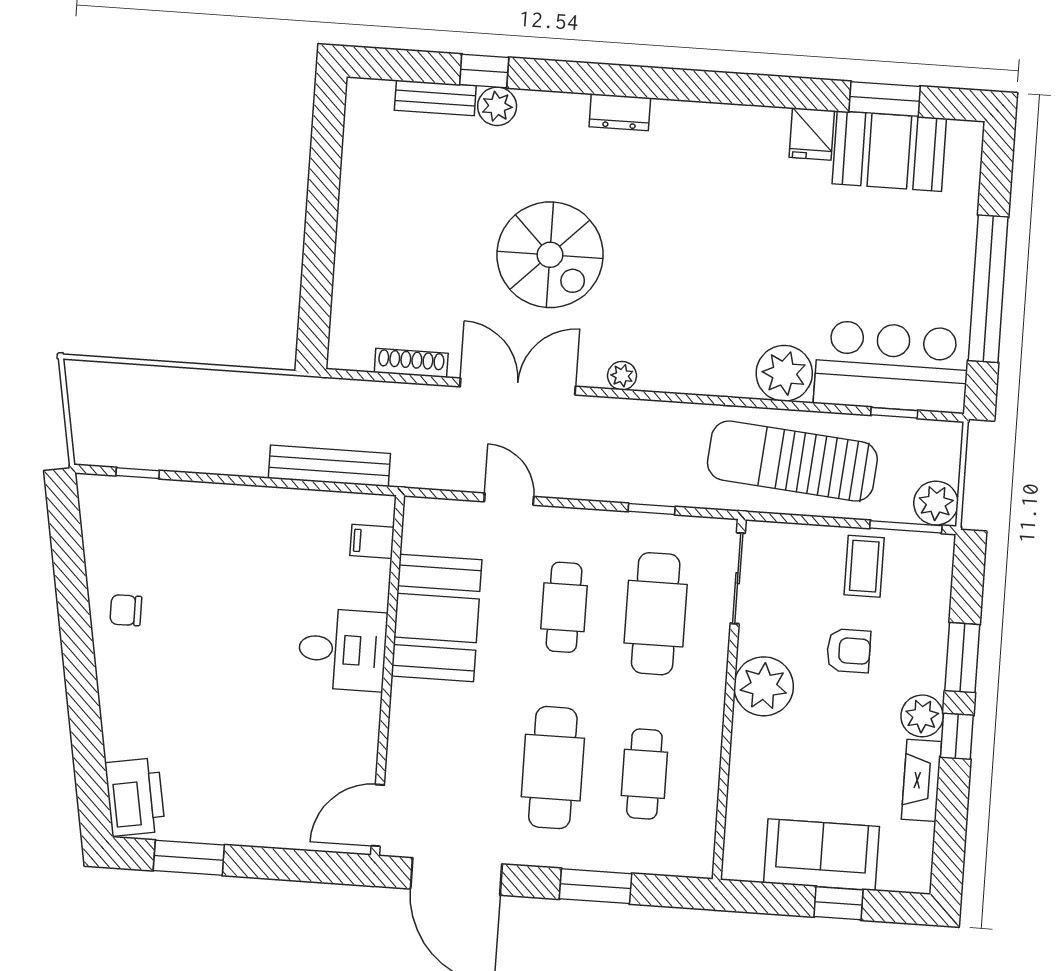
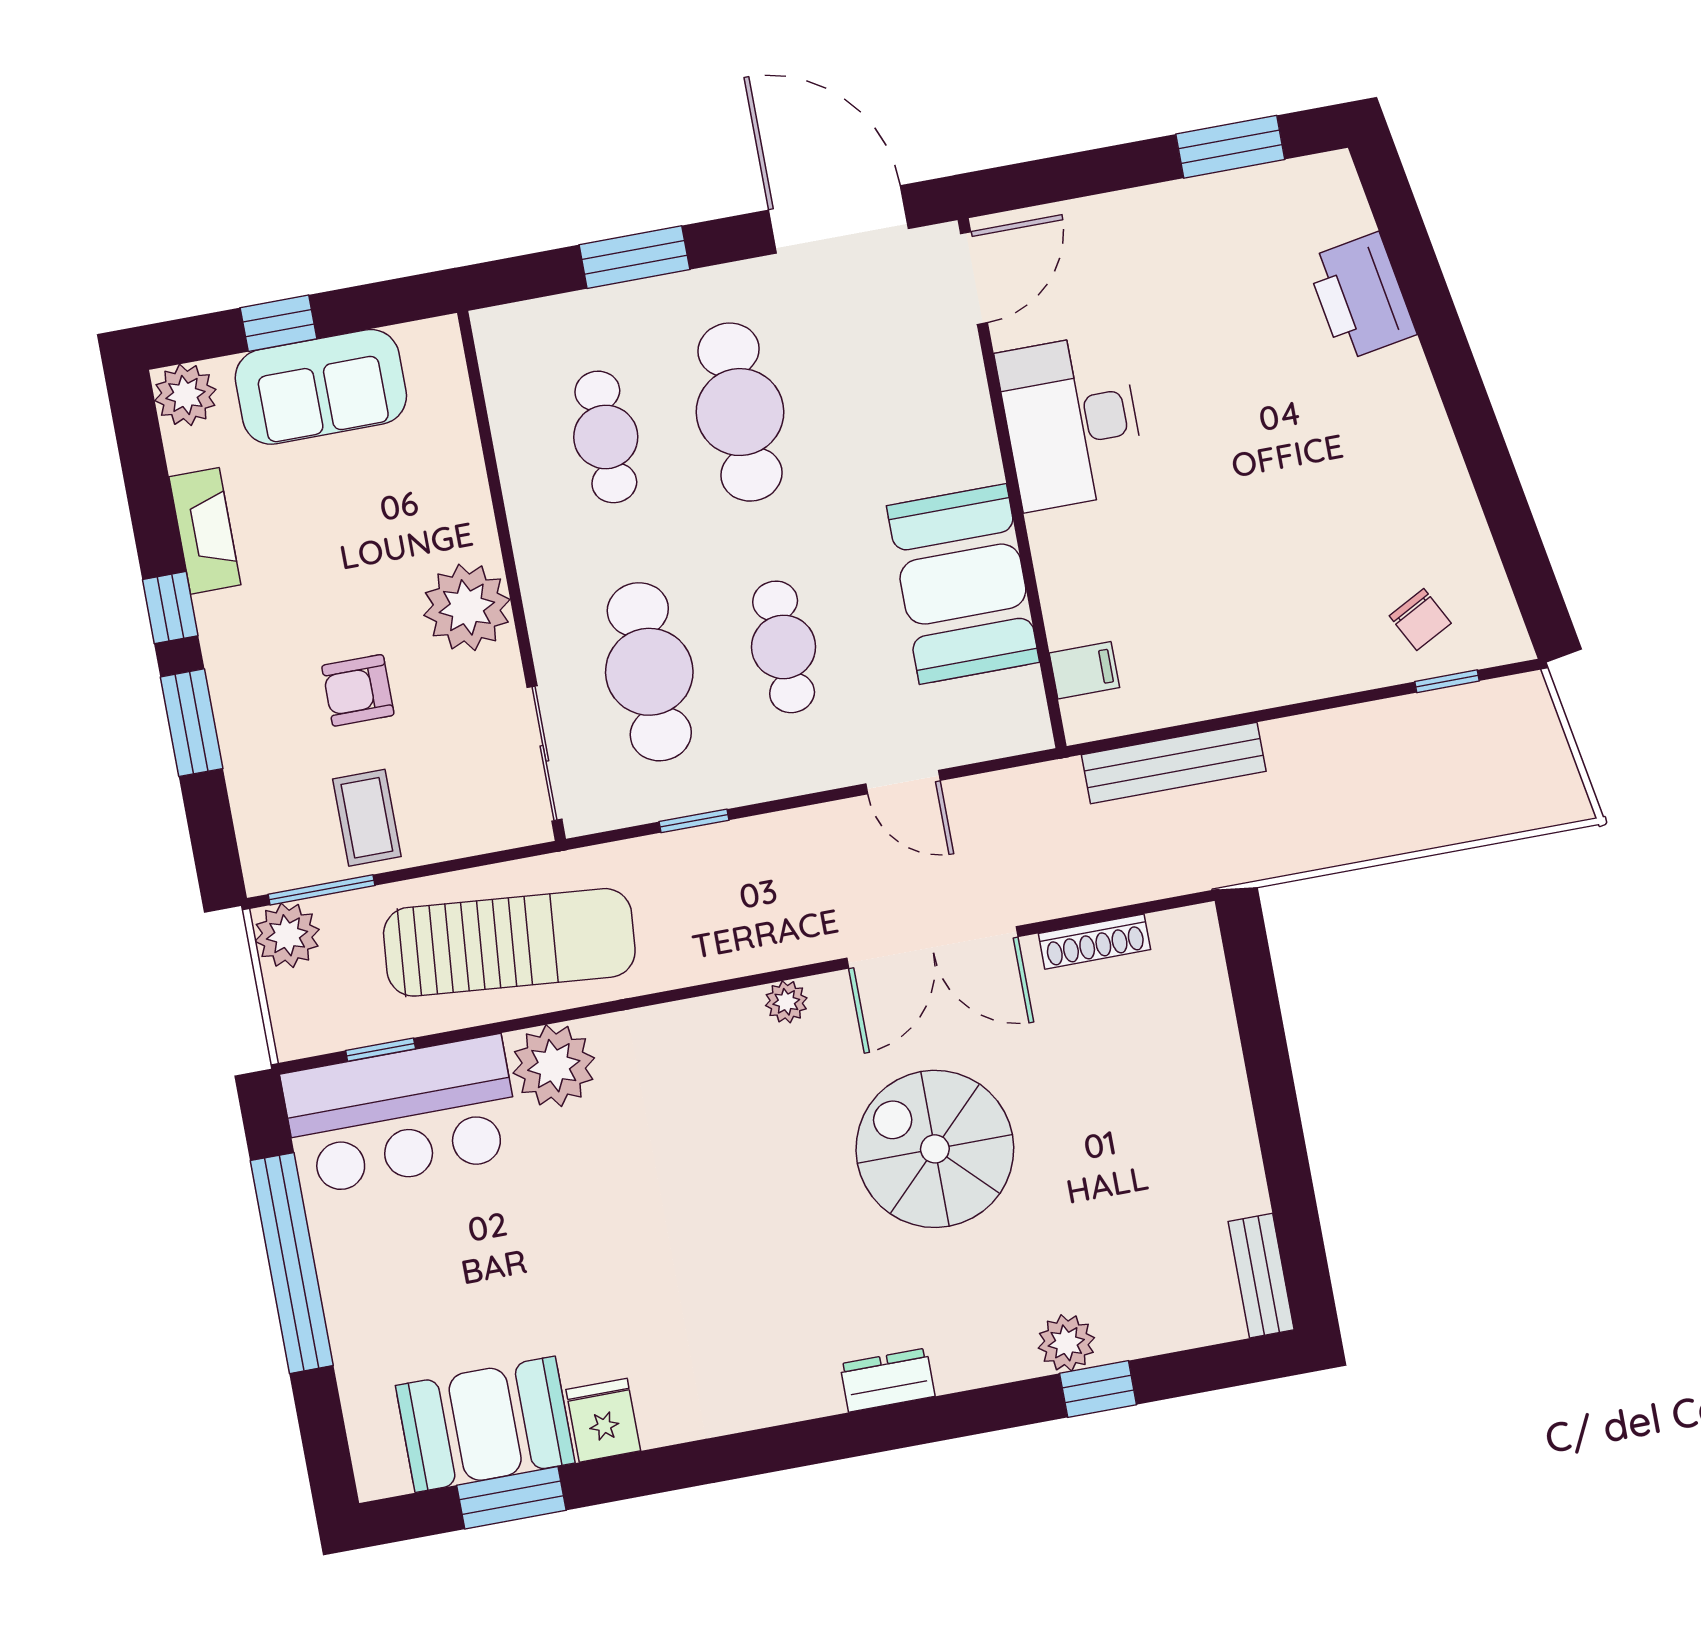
bench: (435, 98) -> (1261, 1276), moved, turned 90
chair: (126, 610) -> (1420, 620), moved, turned 62
desk: (342, 650) -> (1071, 422), moved, width x1.37
plant: (922, 716) -> (185, 395), moved
printer: (135, 797) -> (1361, 297), moved

